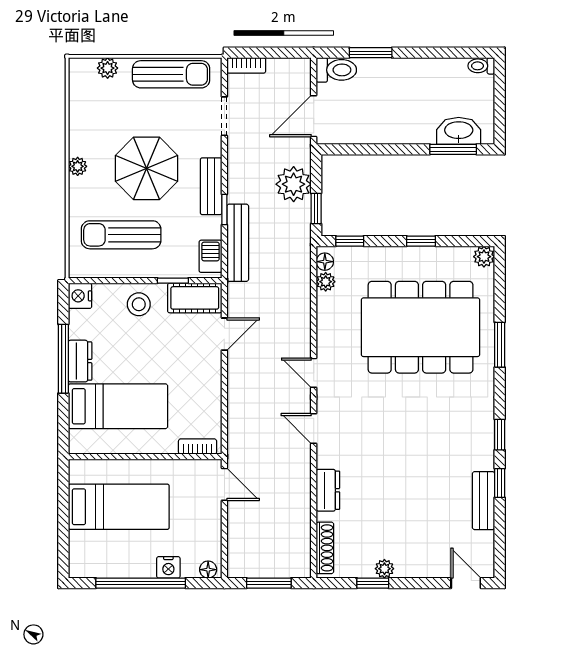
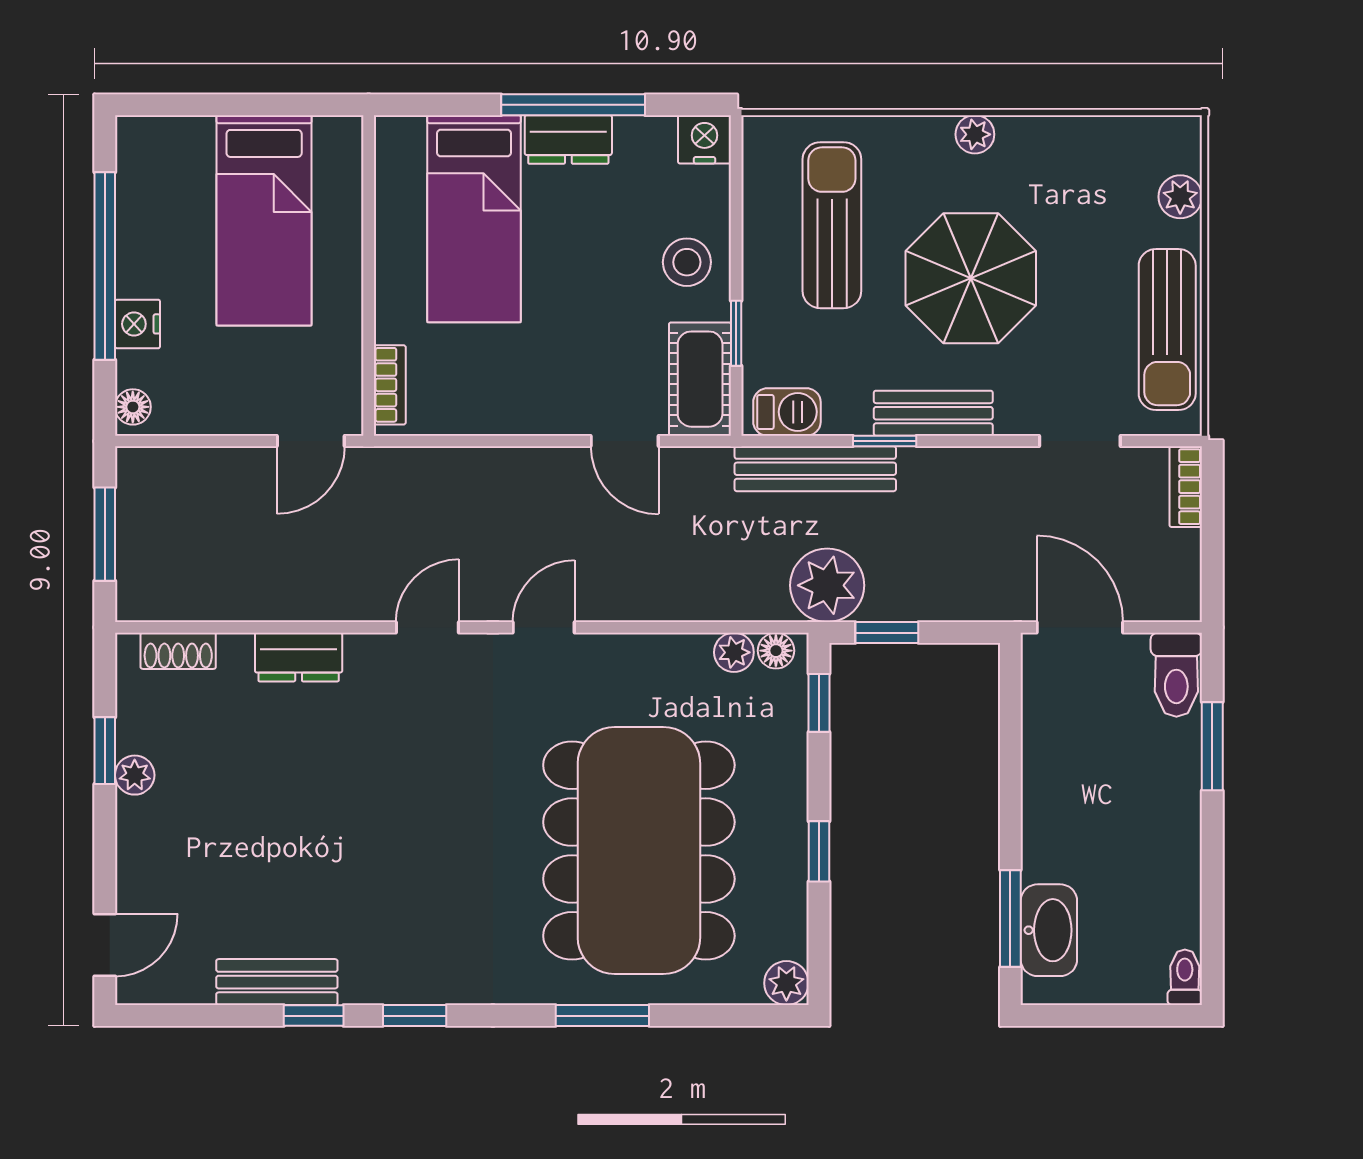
plant: (294, 184) -> (827, 585), moved
shoe rack: (325, 548) -> (178, 651), width x0.70

